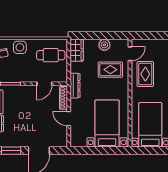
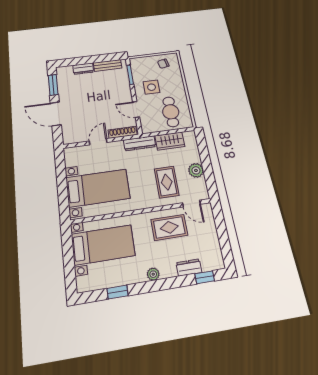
side table: (20, 47) -> (152, 87), moved
wardrobe: (77, 50) -> (170, 141), moved

